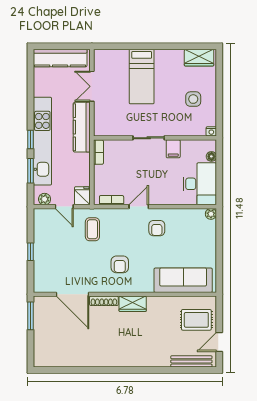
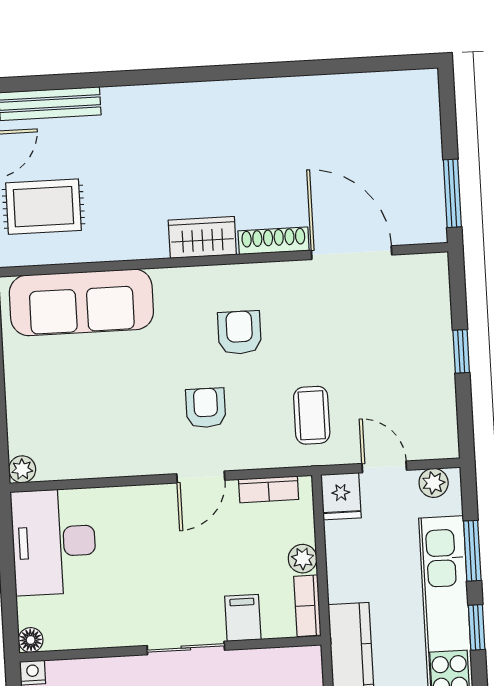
filing cabinet: (173, 149) -> (243, 618), moved
floor lamp: (211, 156) -> (31, 640), moved
plant: (99, 171) -> (303, 559), added
armchair: (157, 228) -> (206, 408), moved

